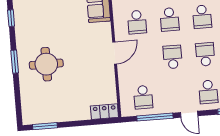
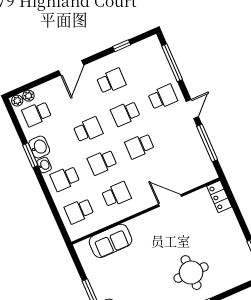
school desk: (170, 19) -> (102, 162), turned 180
door: (115, 53) -> (170, 200), moved
school desk: (143, 97) -> (191, 162), removed

